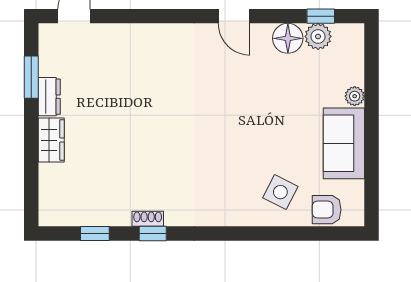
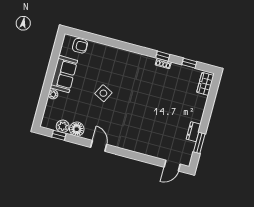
wardrobe: (51, 140) -> (205, 84), moved
side table: (280, 192) -> (103, 93), moved

